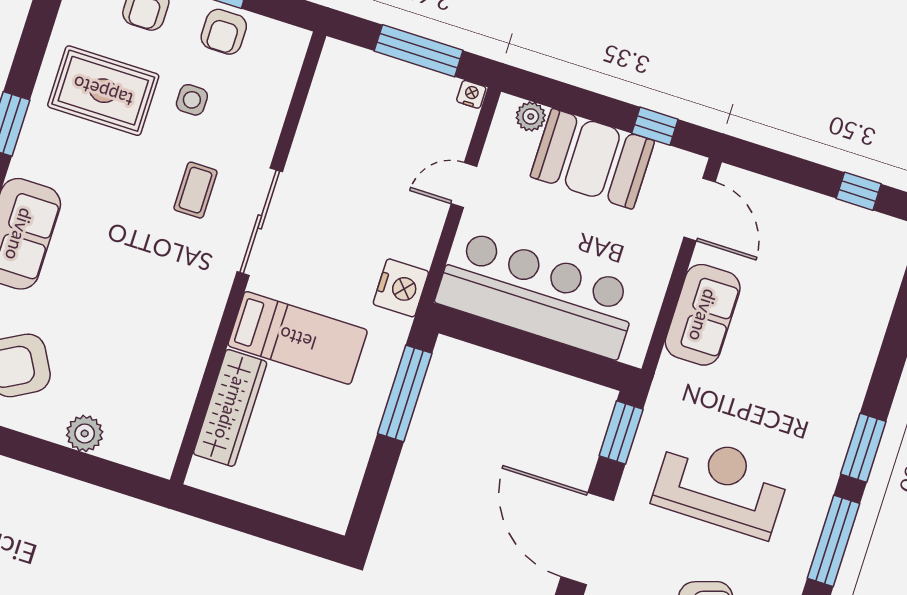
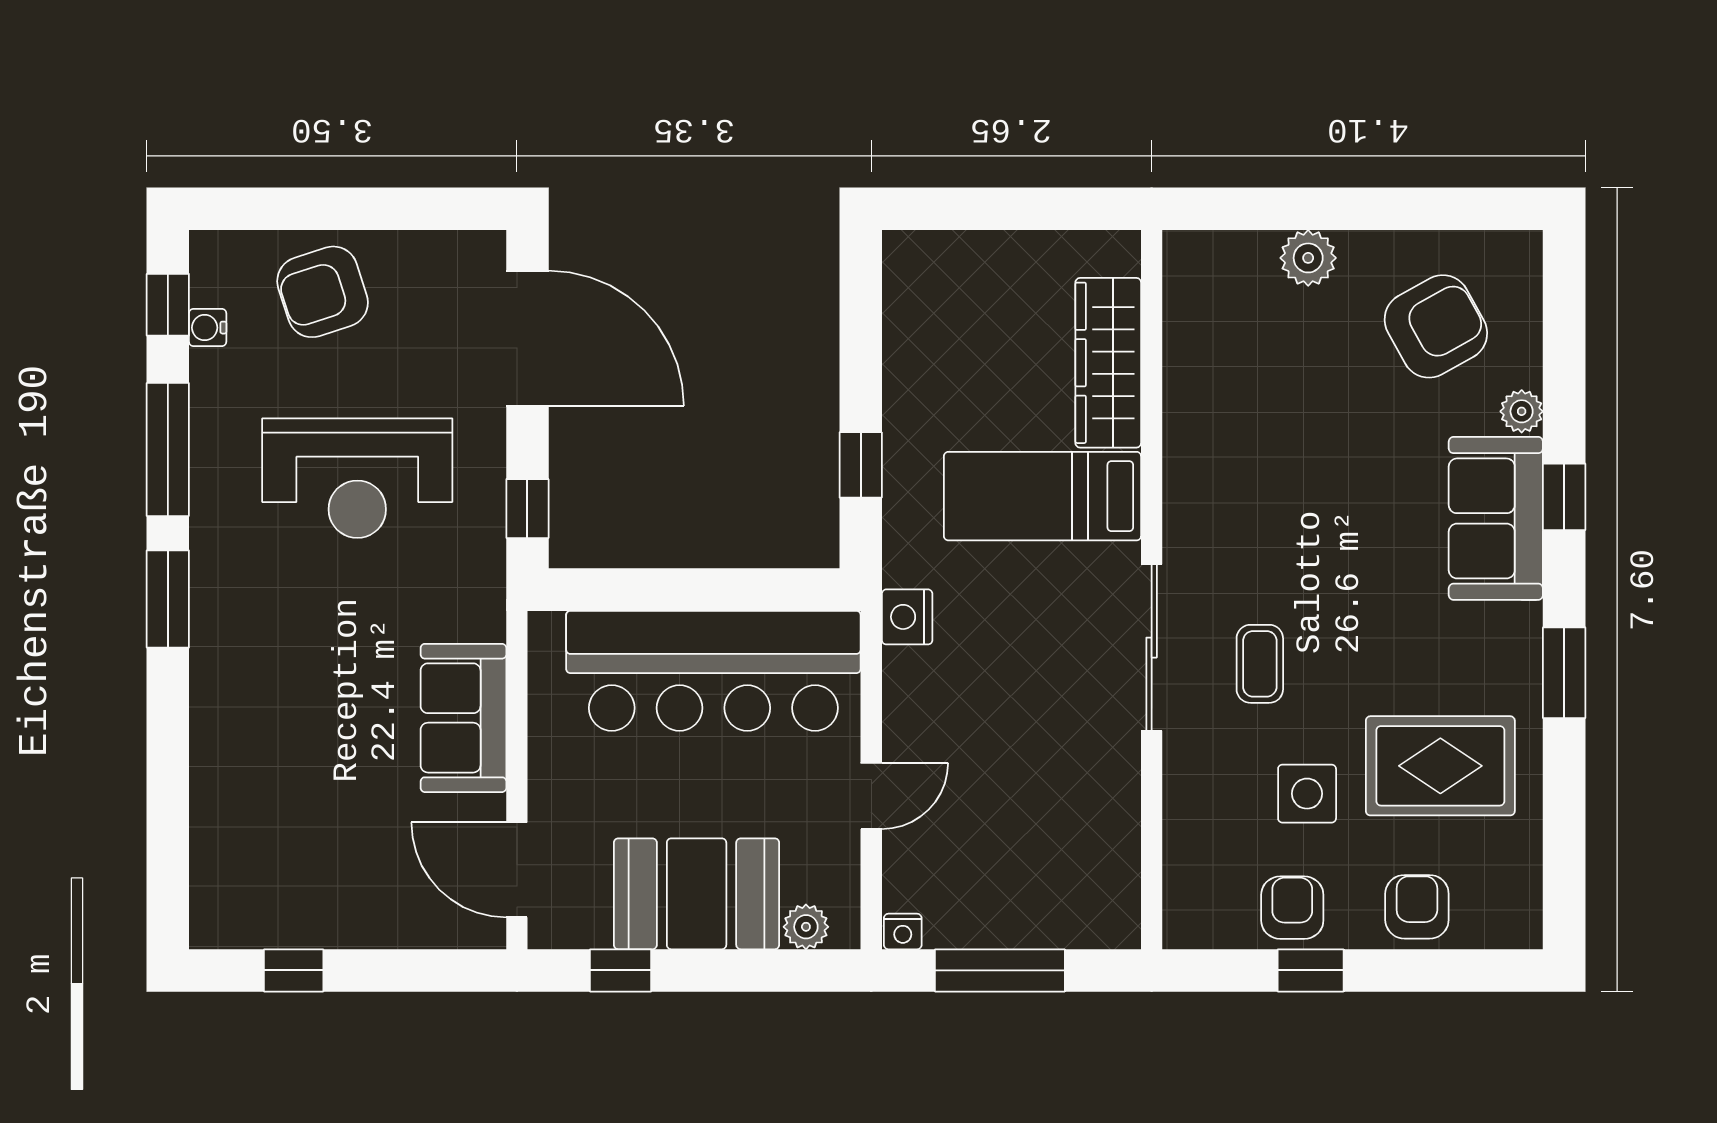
side table: (192, 100) -> (1307, 794), width x1.37, depth x1.37
nightstand: (401, 288) -> (907, 617), width x0.74, depth x0.75
window: (405, 393) -> (861, 465), width x0.46
window: (621, 433) -> (527, 509), width x0.67

